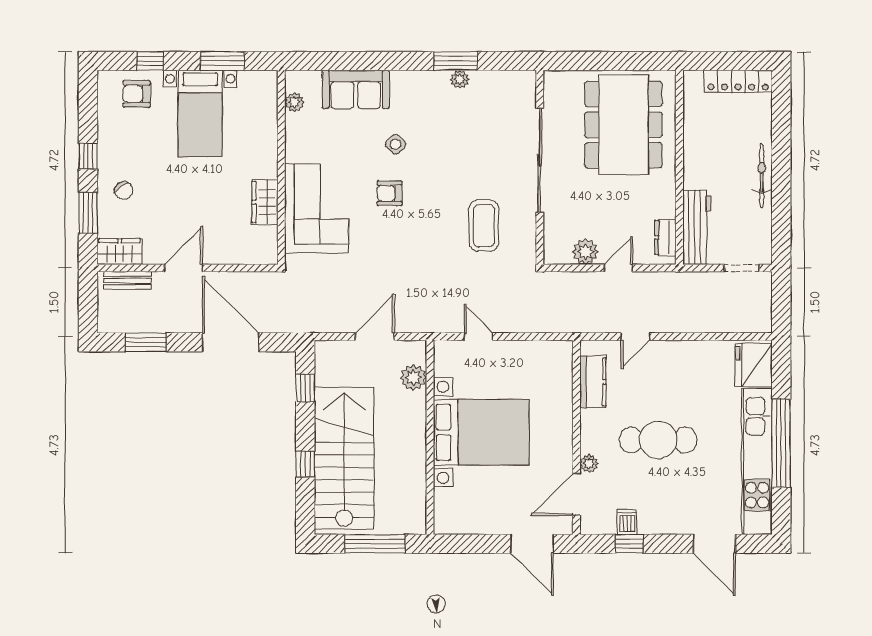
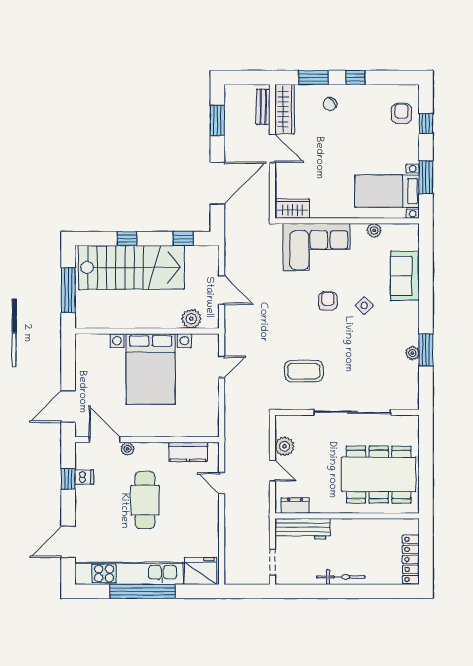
plant: (294, 102) -> (374, 230), moved
bed with nightstands: (200, 113) -> (387, 191), moved
wardrobe: (265, 202) -> (293, 209), moved
wardrobe: (120, 252) -> (285, 109), width x1.50

